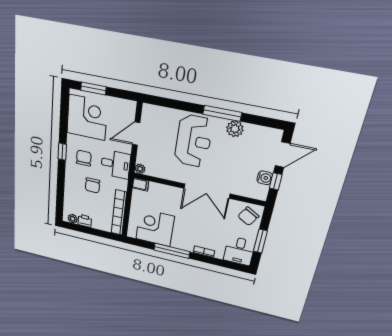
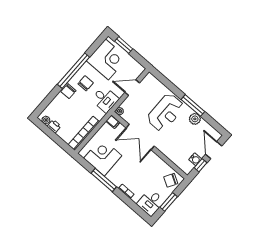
window: (62, 152) -> (73, 71), width x3.17
door: (283, 155) -> (214, 150), swing flipped
chair: (92, 185) -> (68, 91), moved
double door: (207, 191) -> (140, 137), moved

